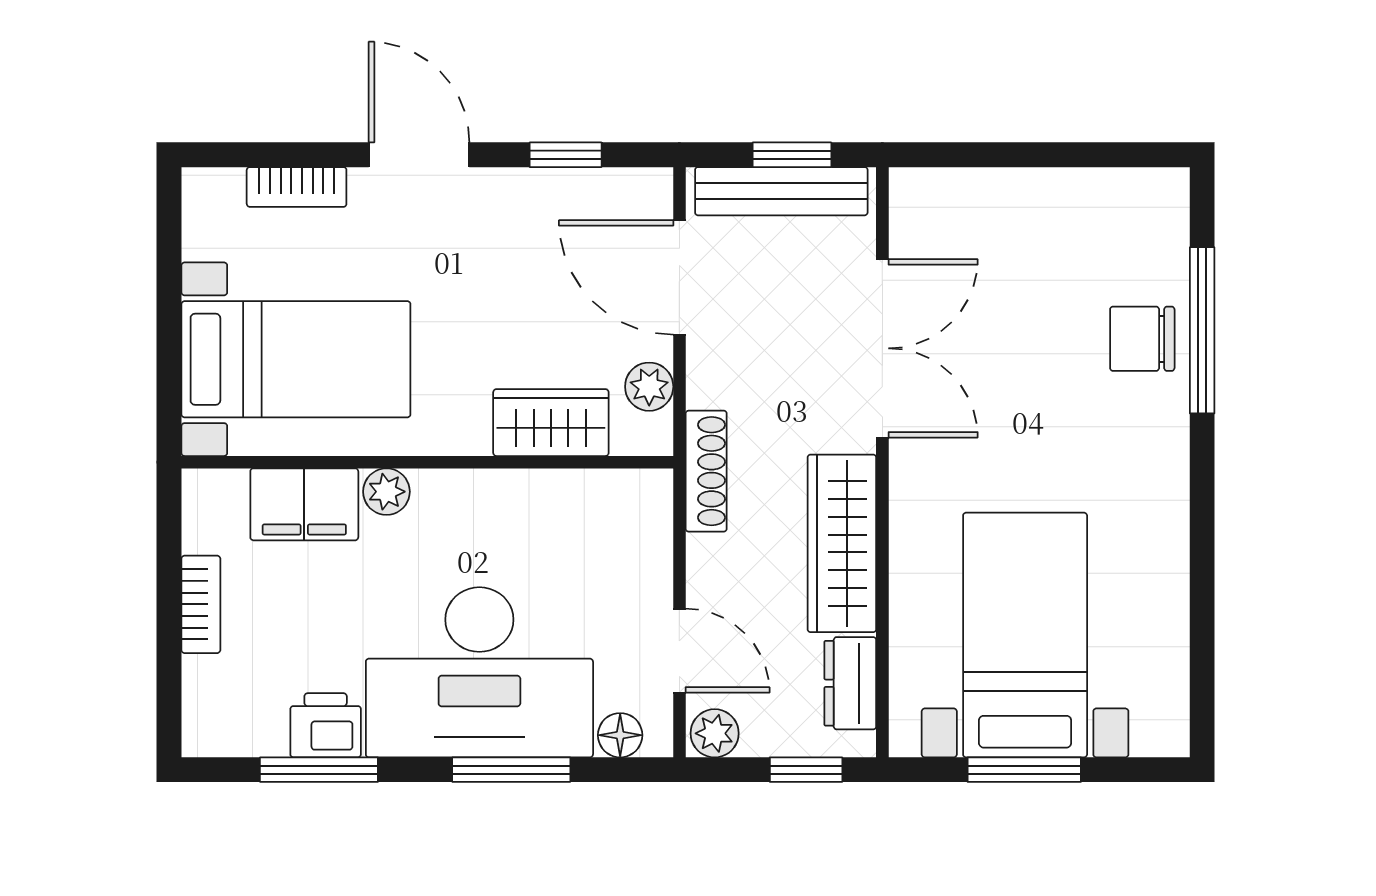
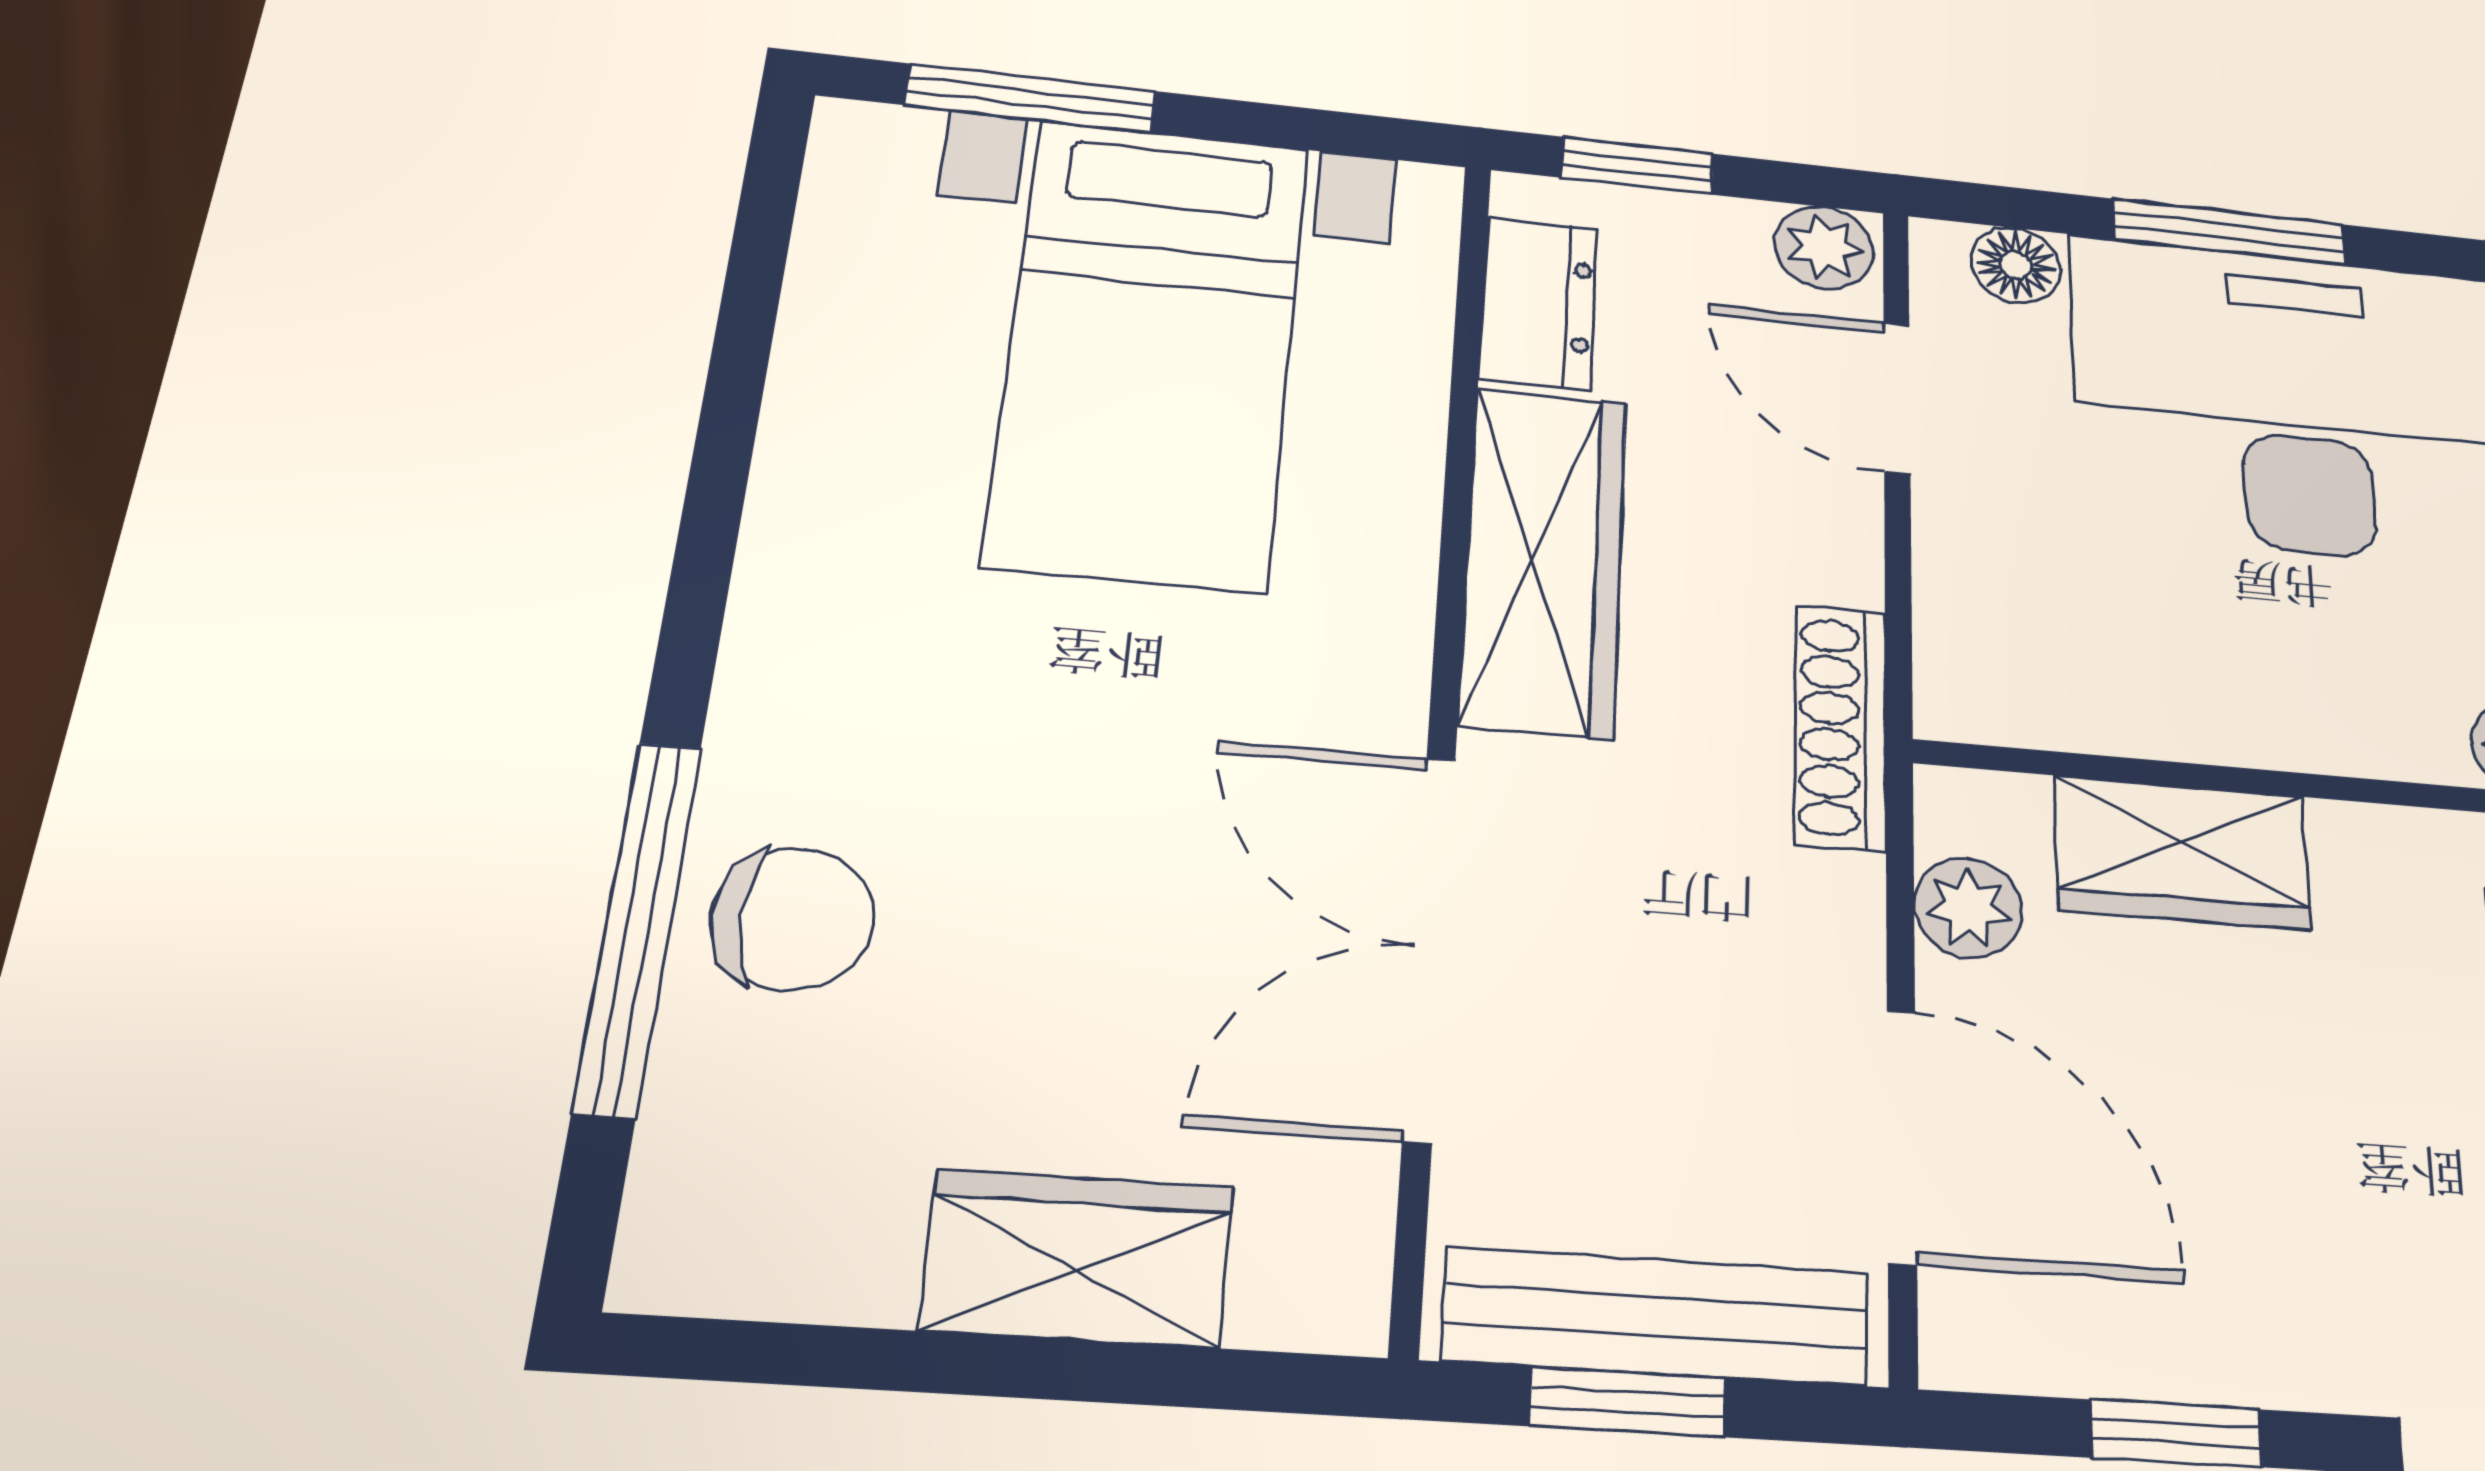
wardrobe: (1013, 201) -> (1078, 1258), added
window: (1024, 770) -> (1031, 98), moved

